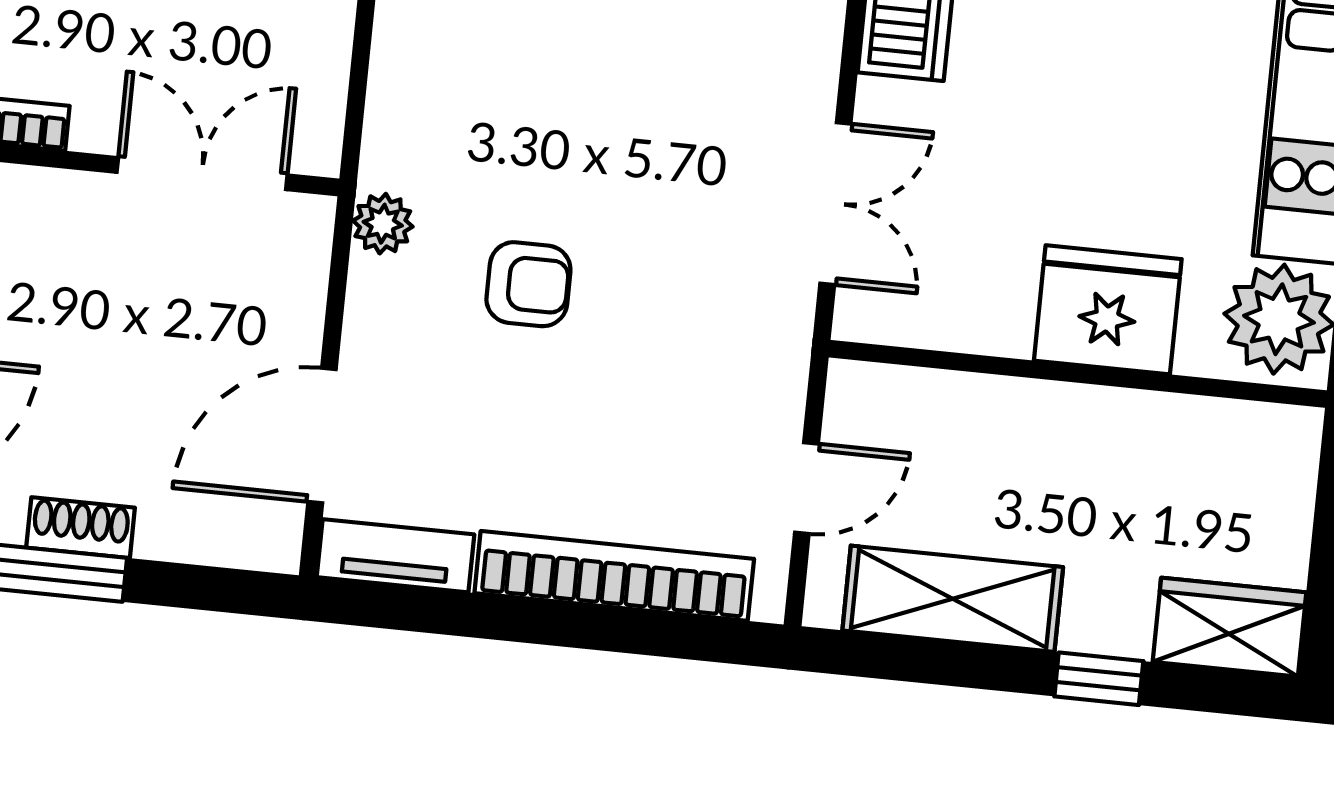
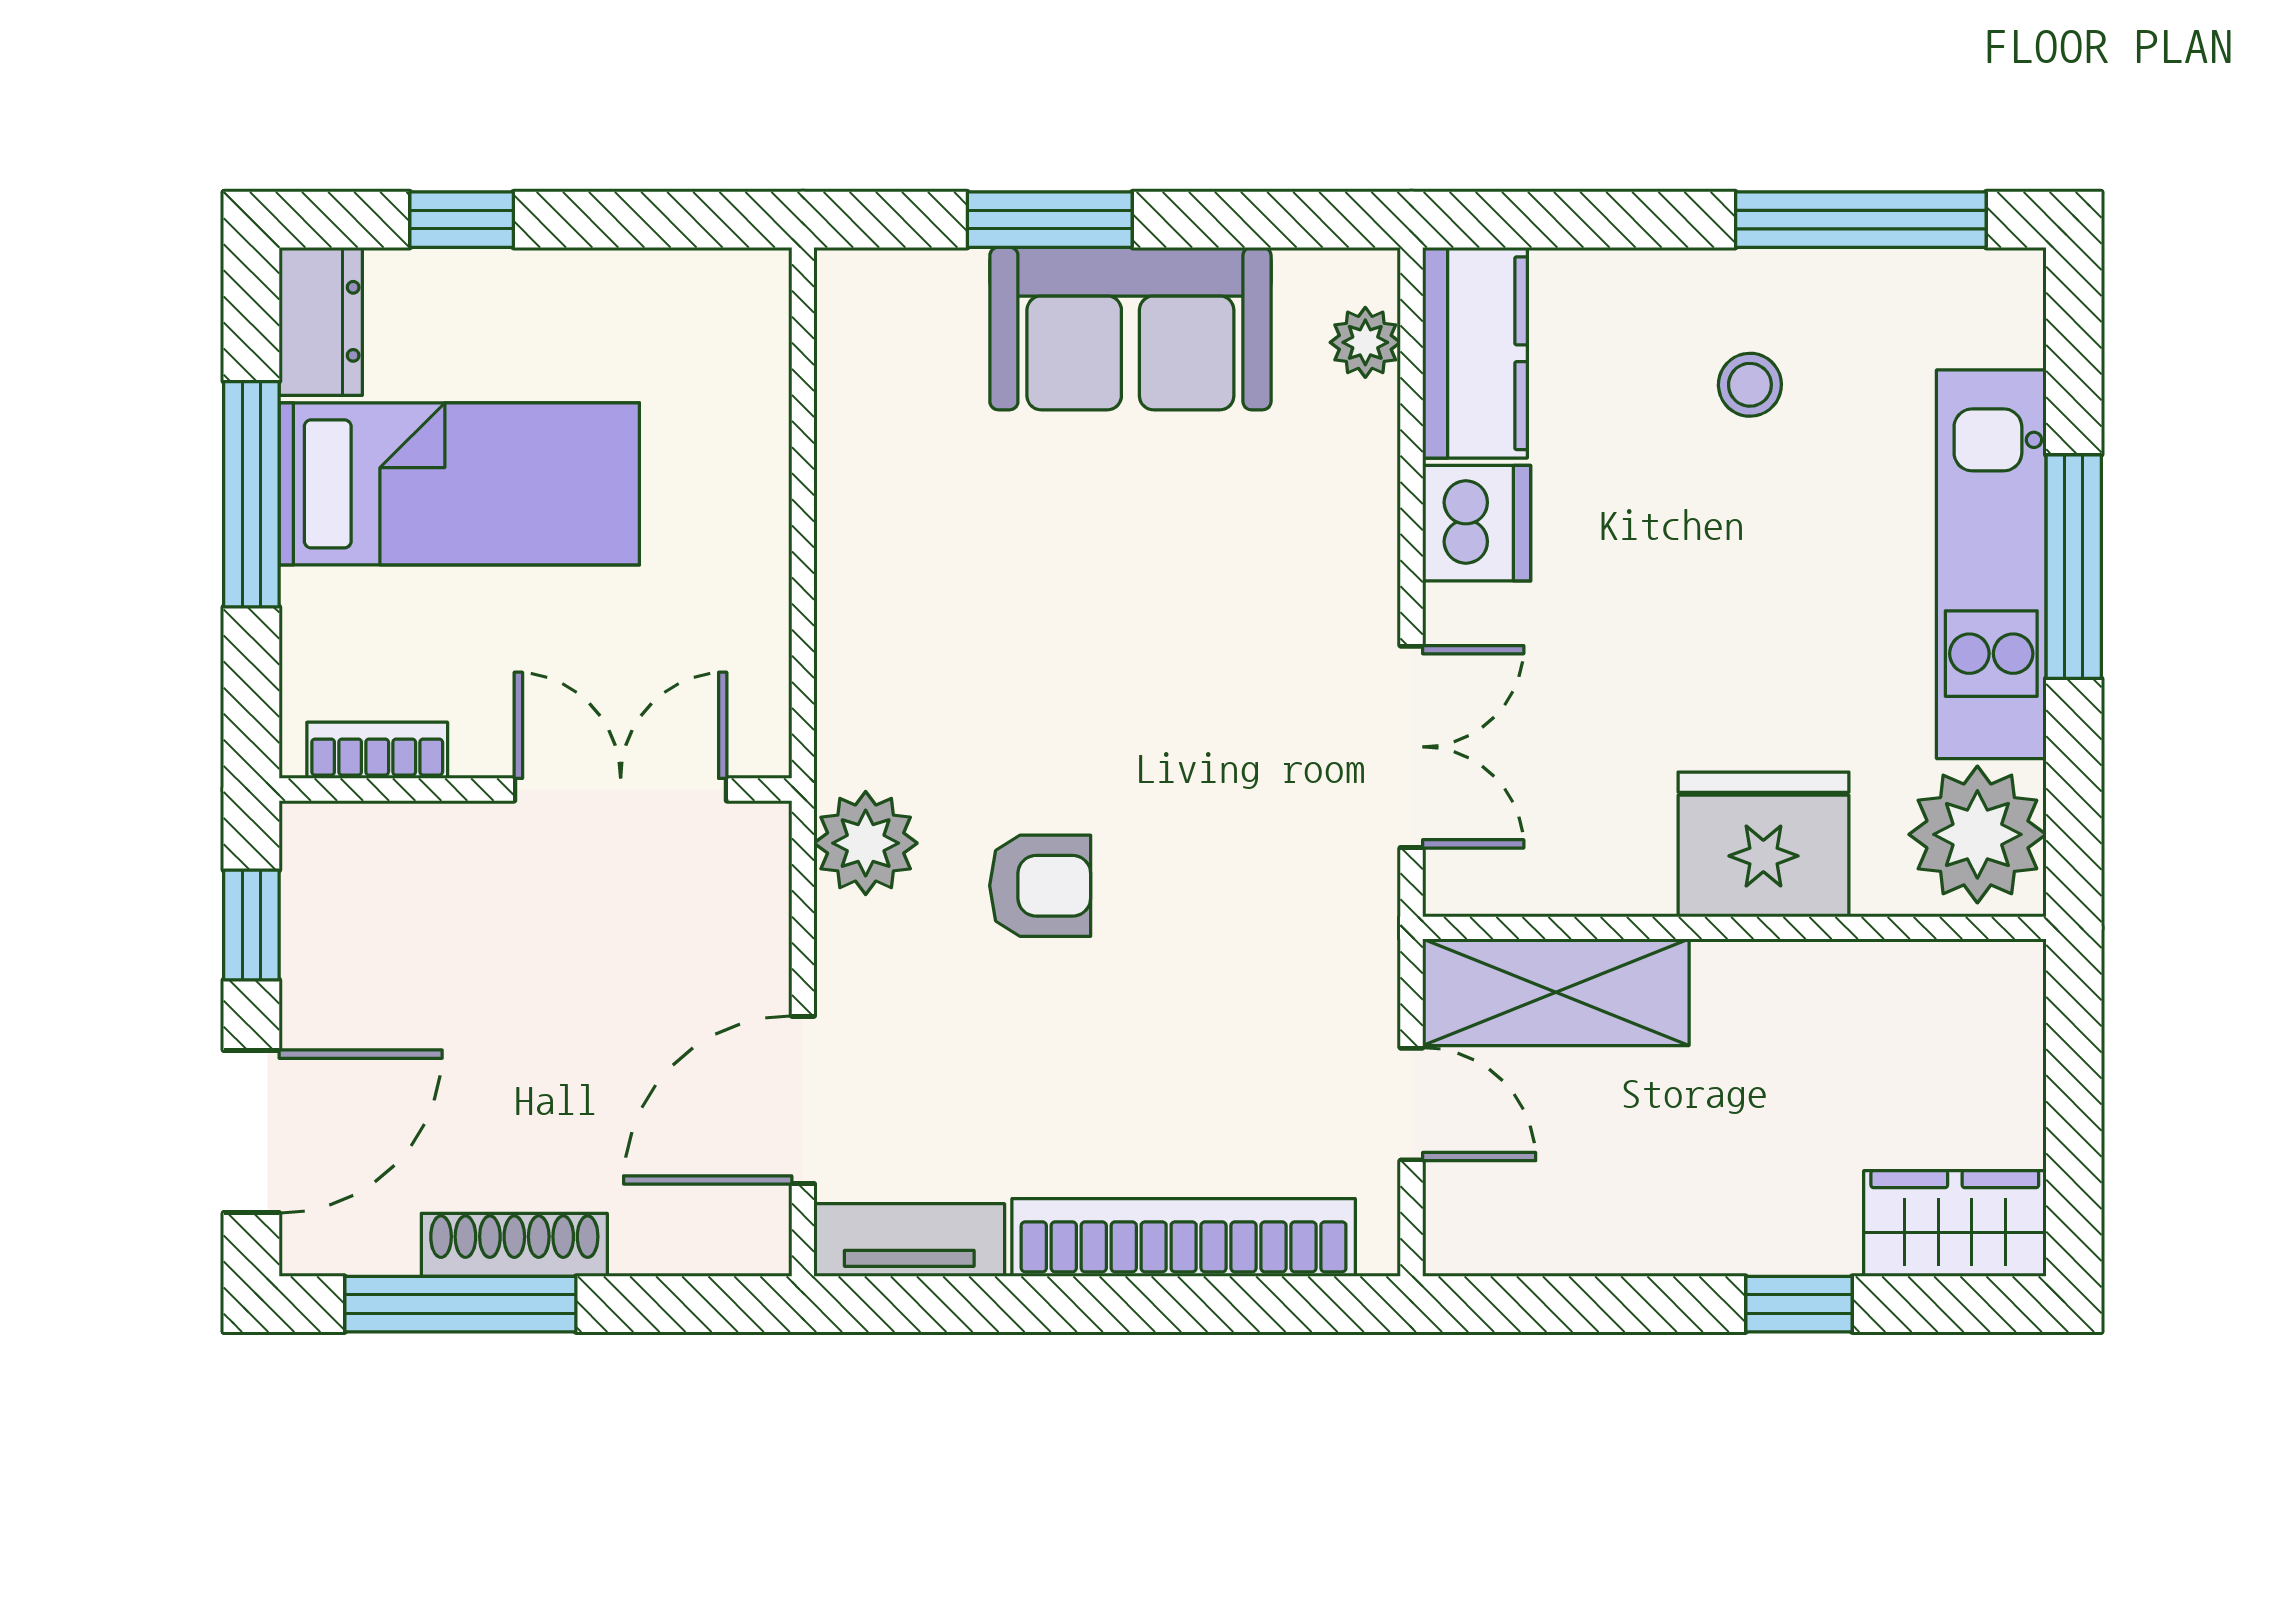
plant: (383, 224) -> (866, 843), width x1.38, depth x1.38
door: (806, 488) -> (1412, 1104), hinge flipped
shoe rack: (81, 528) -> (514, 1245), width x1.43
shelving: (953, 599) -> (1556, 992), moved

